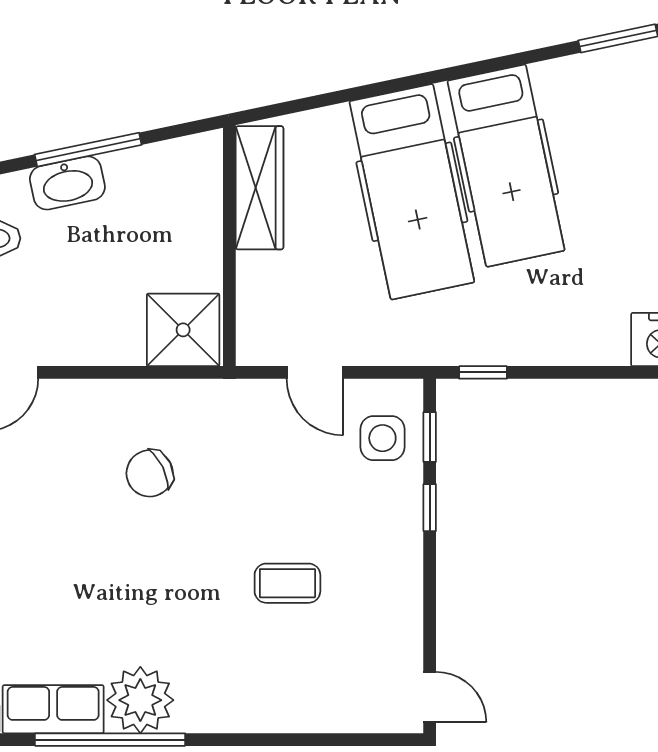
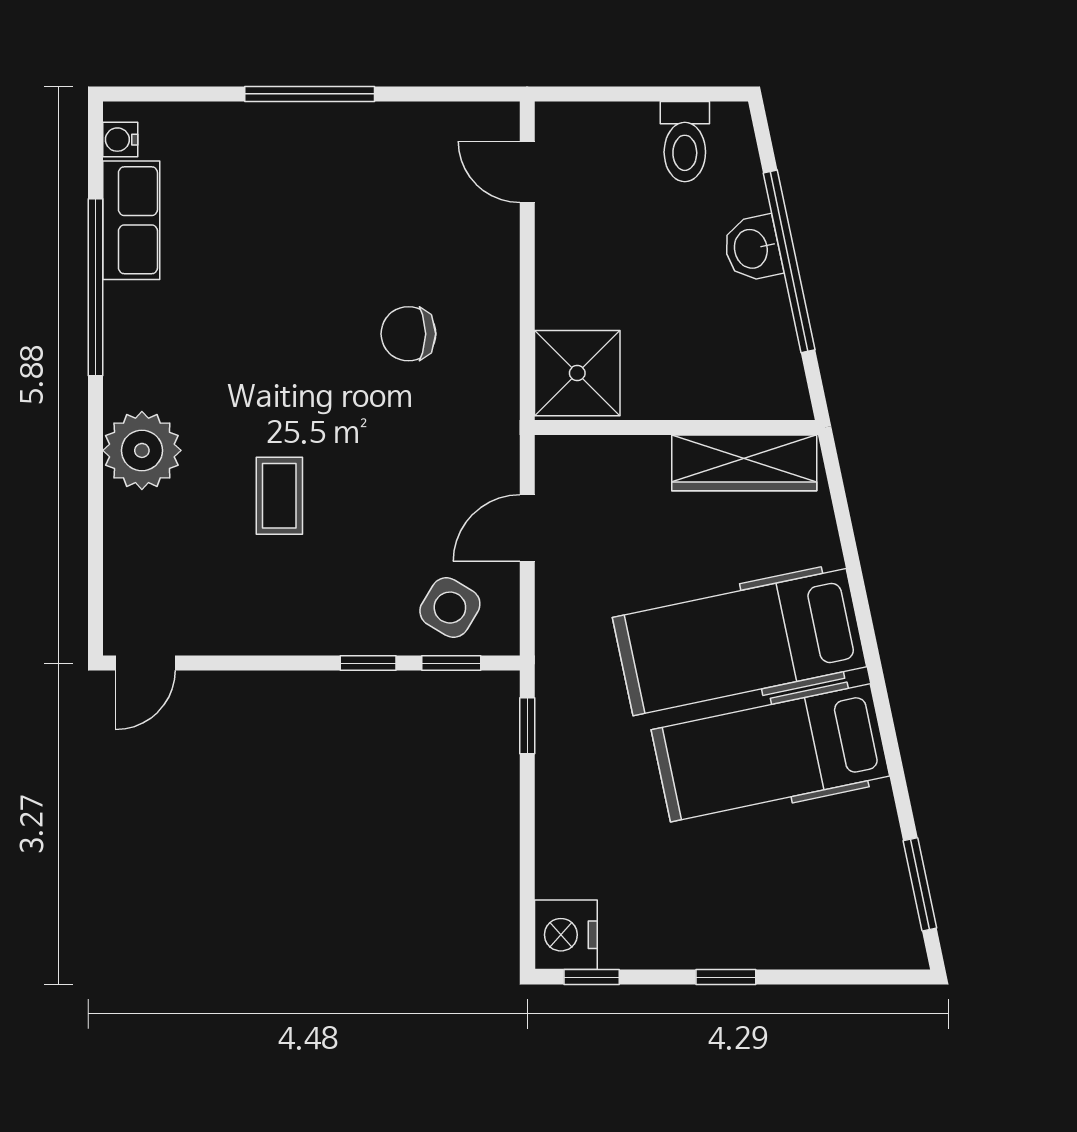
window: (88, 150) -> (789, 261), width x1.46
washbasin: (67, 183) -> (752, 249), width x0.72
side table: (382, 438) -> (450, 608), turned 31
chair: (150, 473) -> (408, 334), turned -64
plant: (140, 700) -> (142, 450), moved

